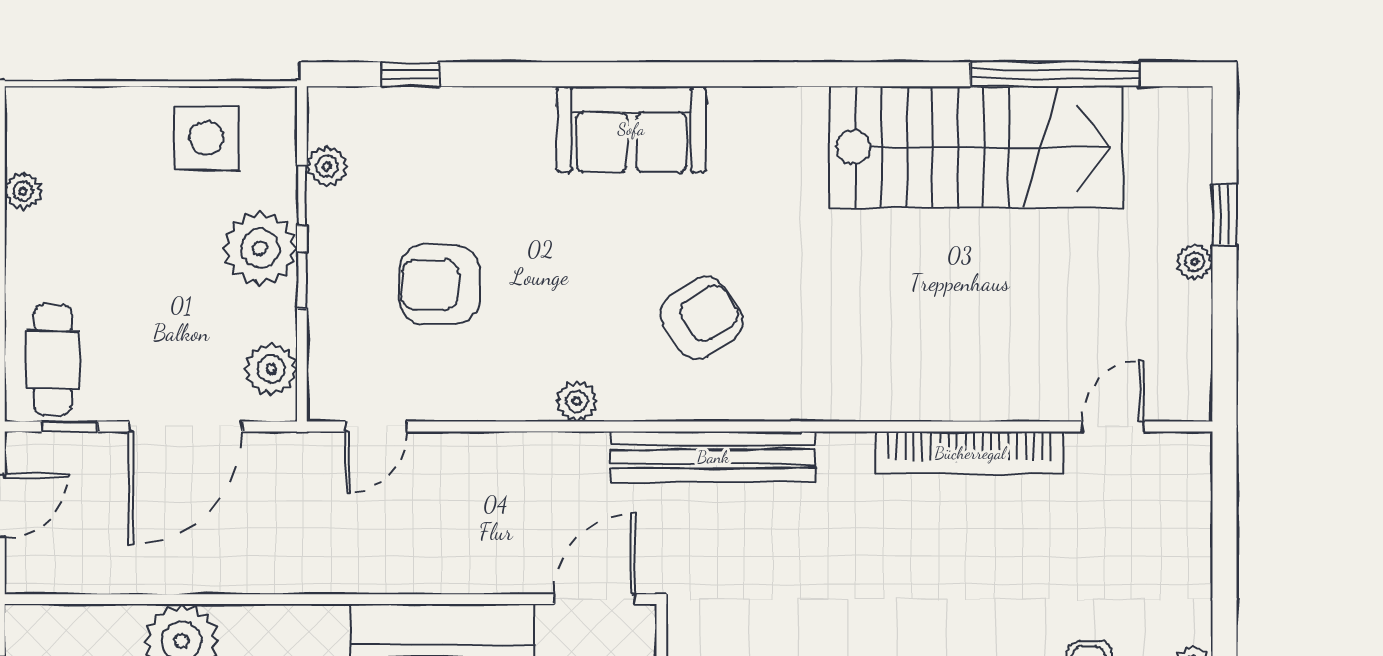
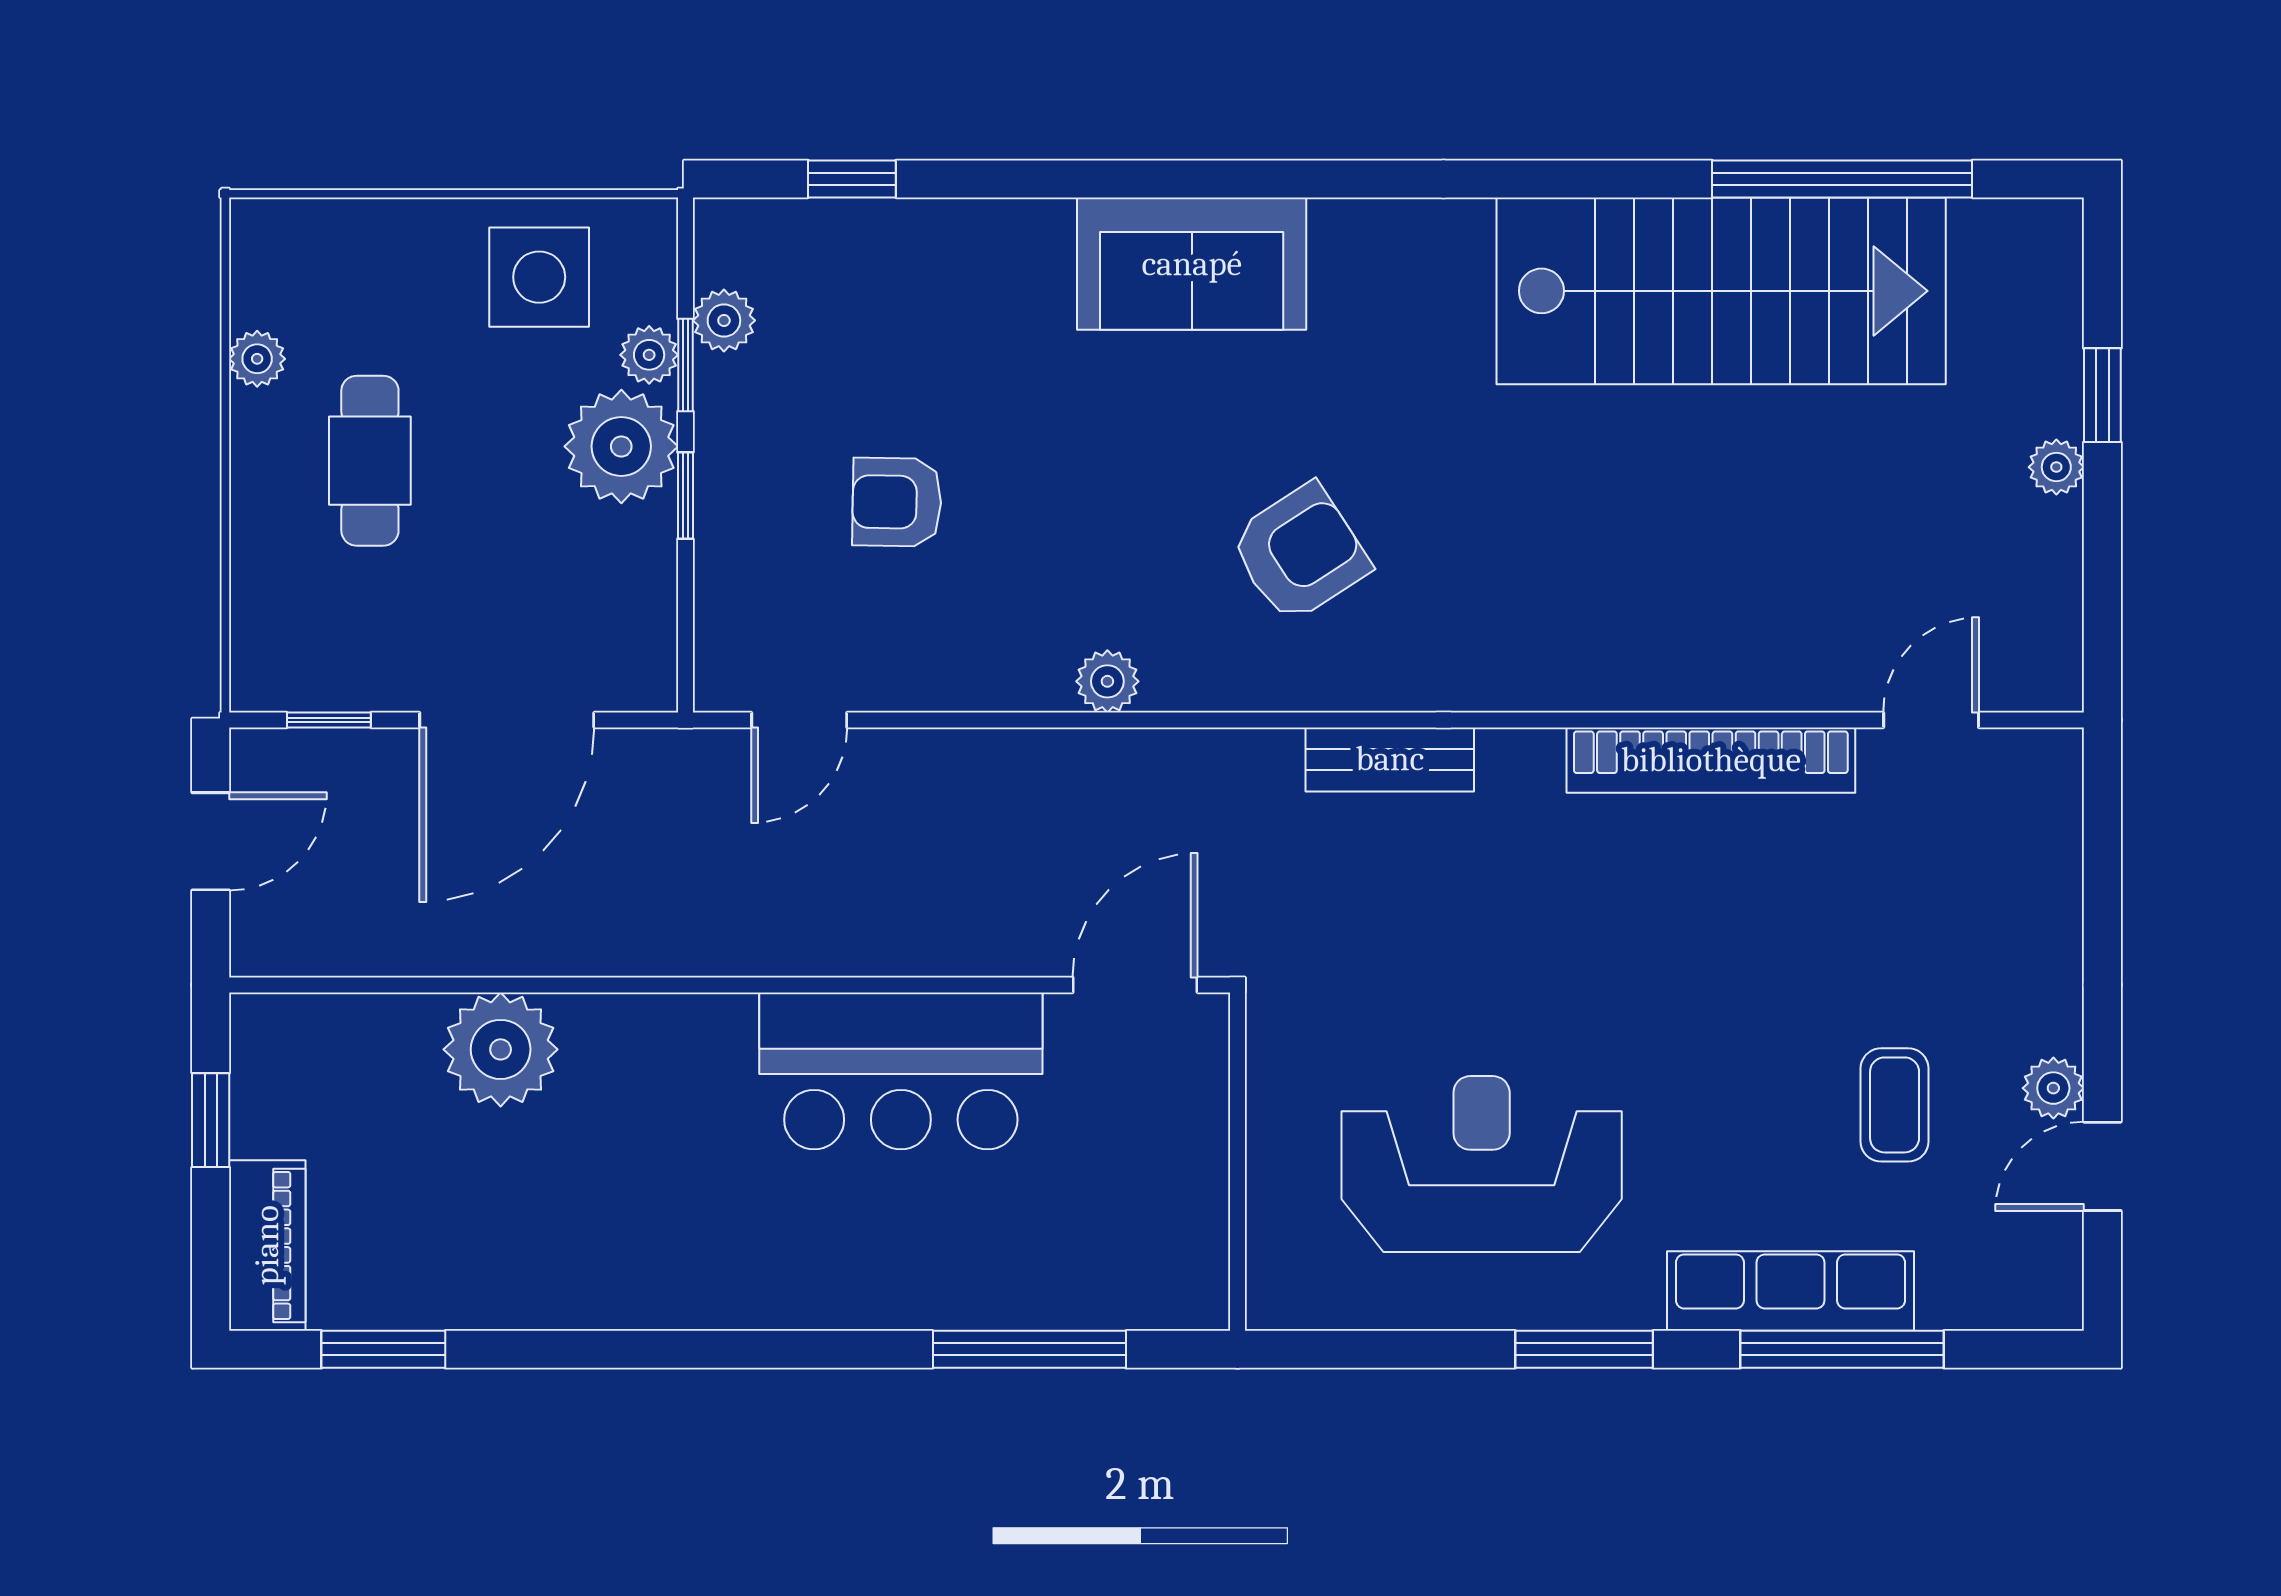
armchair: (440, 285) -> (897, 502), width x0.72, depth x0.72
cafe table: (53, 360) -> (370, 461), moved
plant: (271, 369) -> (649, 355), moved, width x0.73, depth x0.73
bench: (713, 457) -> (1390, 759), width x0.54, depth x0.82

